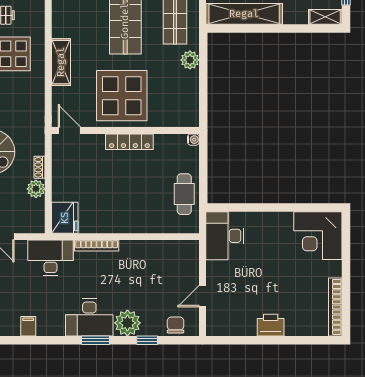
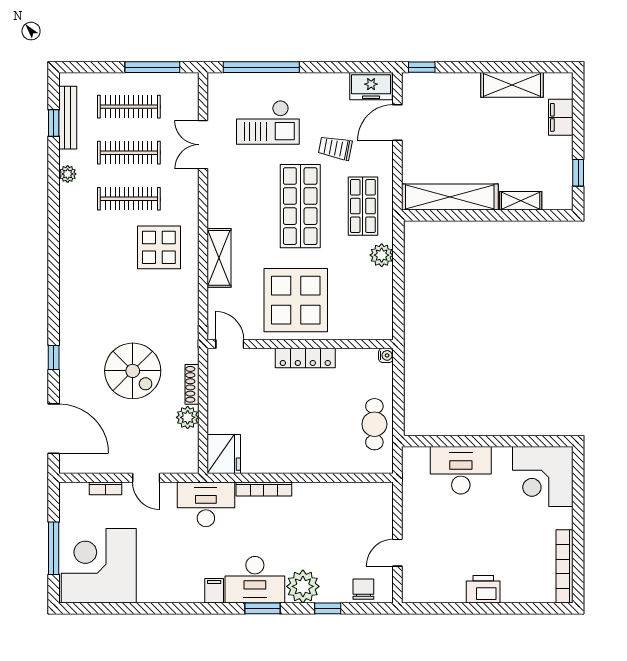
shelving: (325, 17) -> (521, 201), moved
shoe rack: (40, 167) -> (192, 384), width x1.43
desk: (225, 236) -> (461, 470), moved, turned 90
filing cabinet: (28, 326) -> (214, 591), moved

